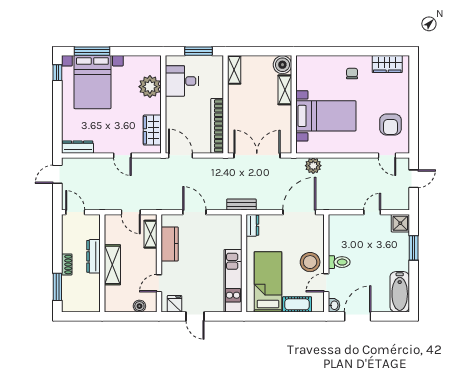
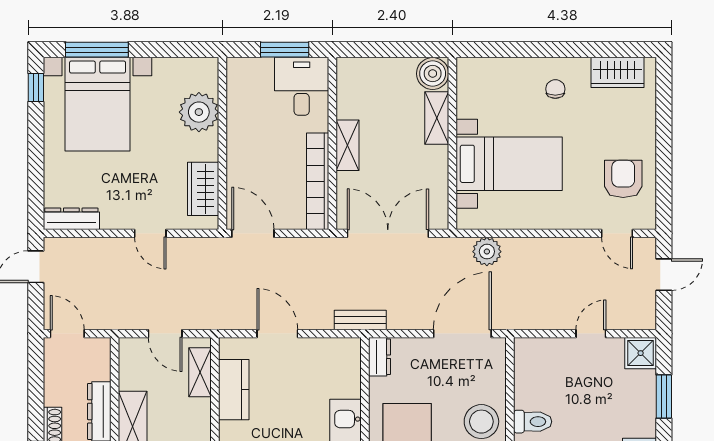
shelving: (234, 70) -> (348, 145), moved
desk: (182, 81) -> (302, 86), moved, turned 90
armchair: (391, 124) -> (623, 179), turned 180

